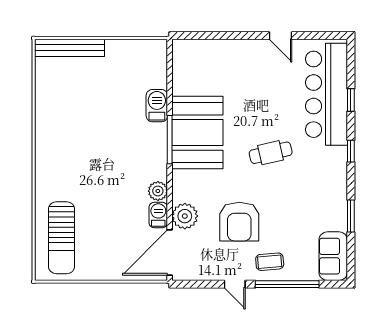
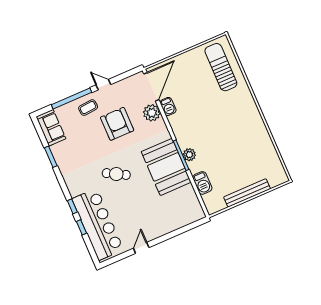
door: (281, 36) -> (141, 248), hinge flipped
bench: (70, 48) -> (247, 193), moved
barbecue: (157, 106) -> (202, 183), moved
window: (351, 151) -> (72, 206), moved
cafe table: (271, 153) -> (116, 174), turned 42
plant: (158, 191) -> (189, 155), moved

